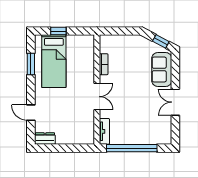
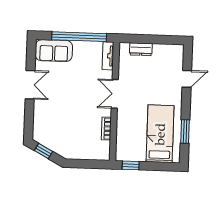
window: (58, 31) -> (131, 165), moved
sofa: (162, 70) -> (54, 51), moved, turned 90
door: (31, 113) -> (187, 79), hinge flipped
dresser: (45, 139) -> (141, 49), moved

